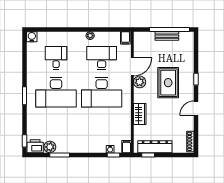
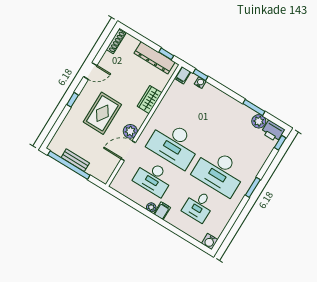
filing cabinet: (125, 38) -> (162, 211), moved
desk: (56, 92) -> (219, 172), turned 180
desk: (102, 92) -> (174, 144), turned 180

